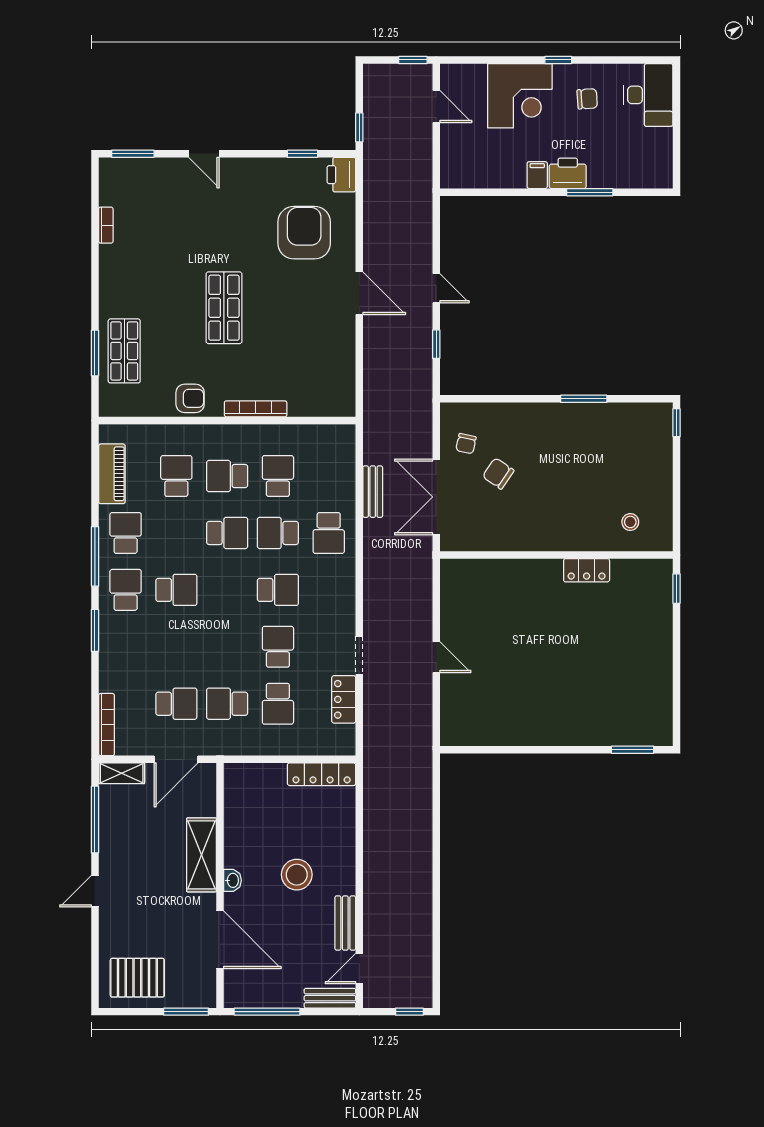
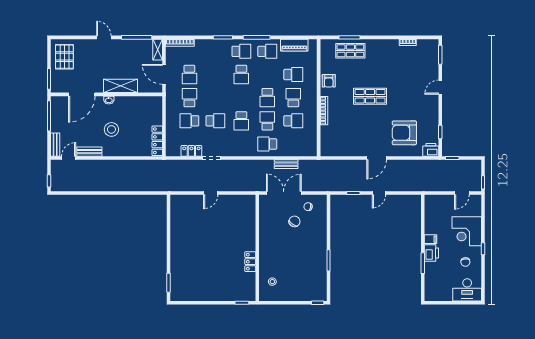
armchair: (304, 233) -> (404, 133), turned 180
door: (359, 969) -> (69, 158), hinge flipped

